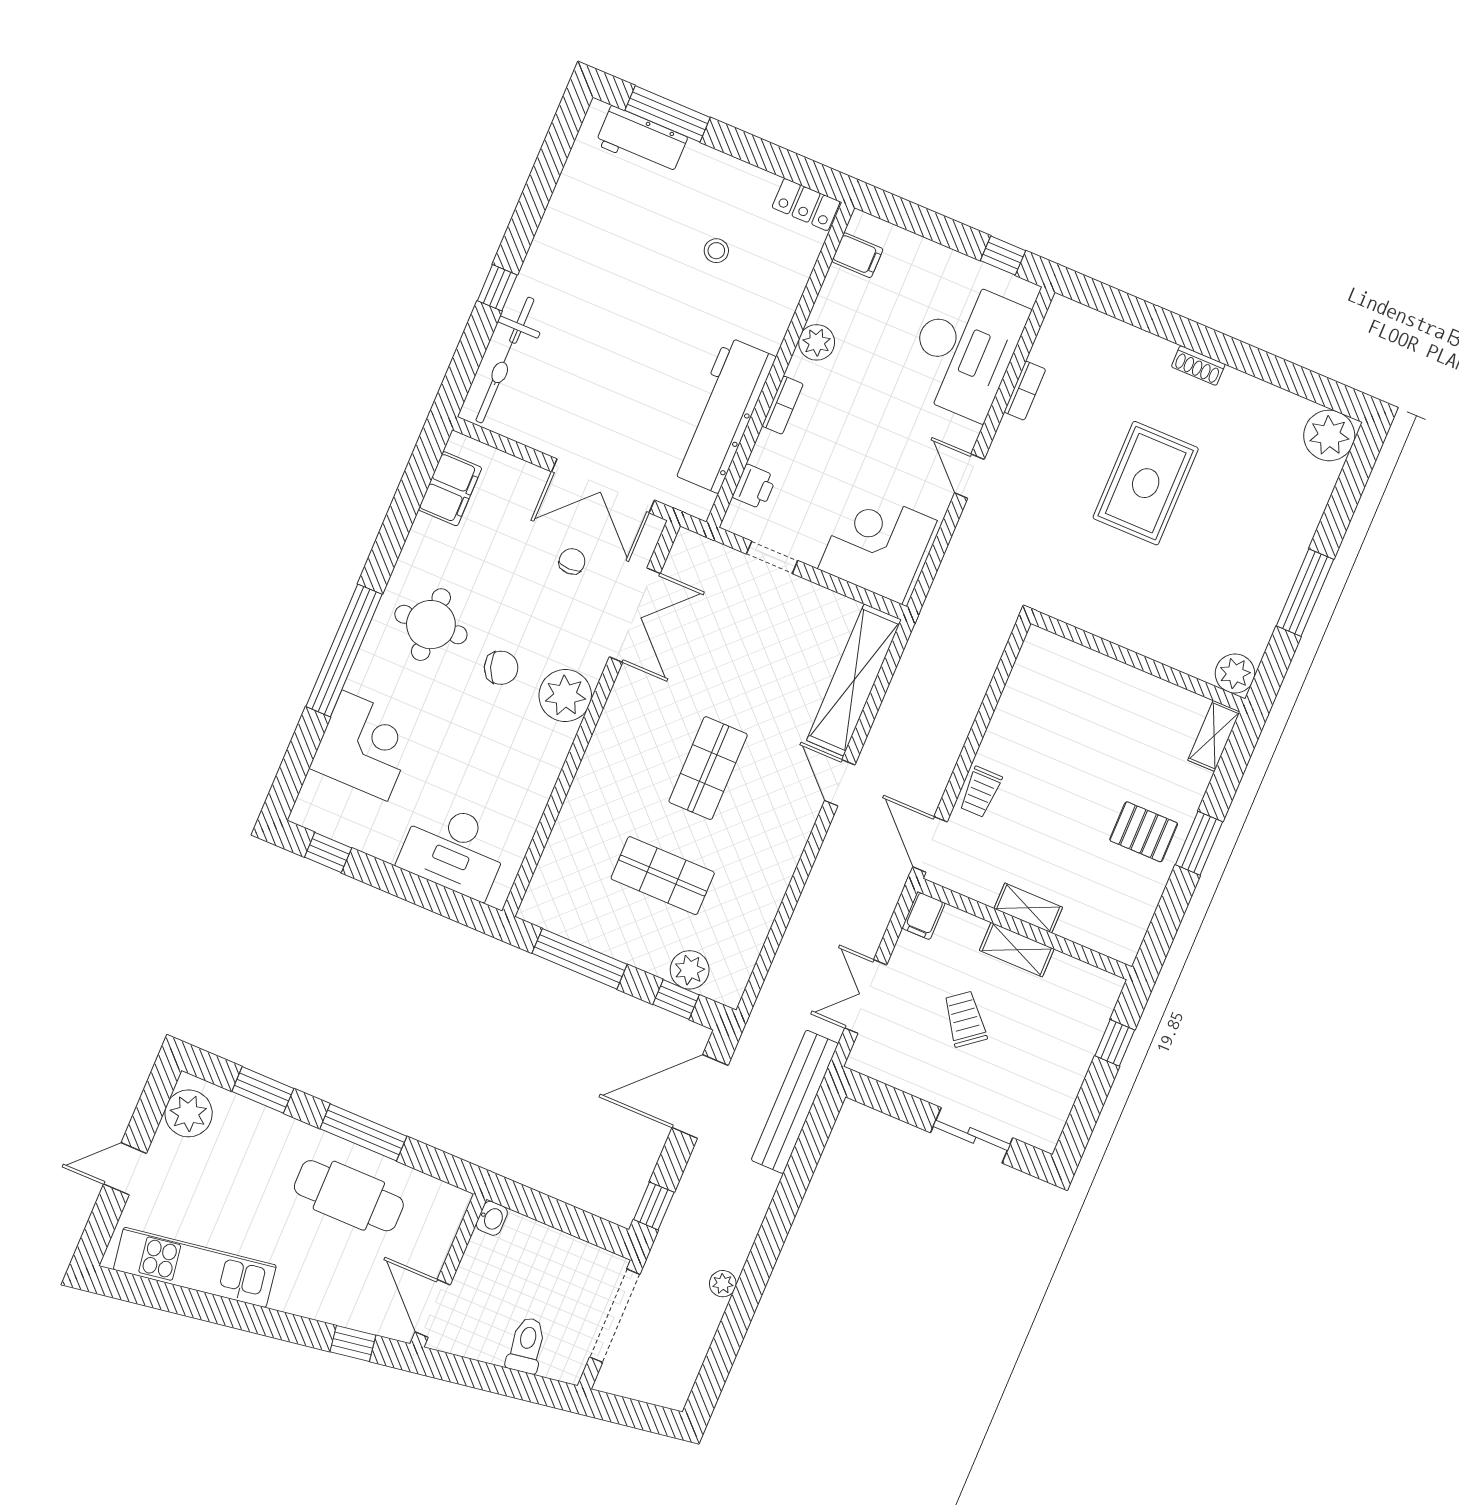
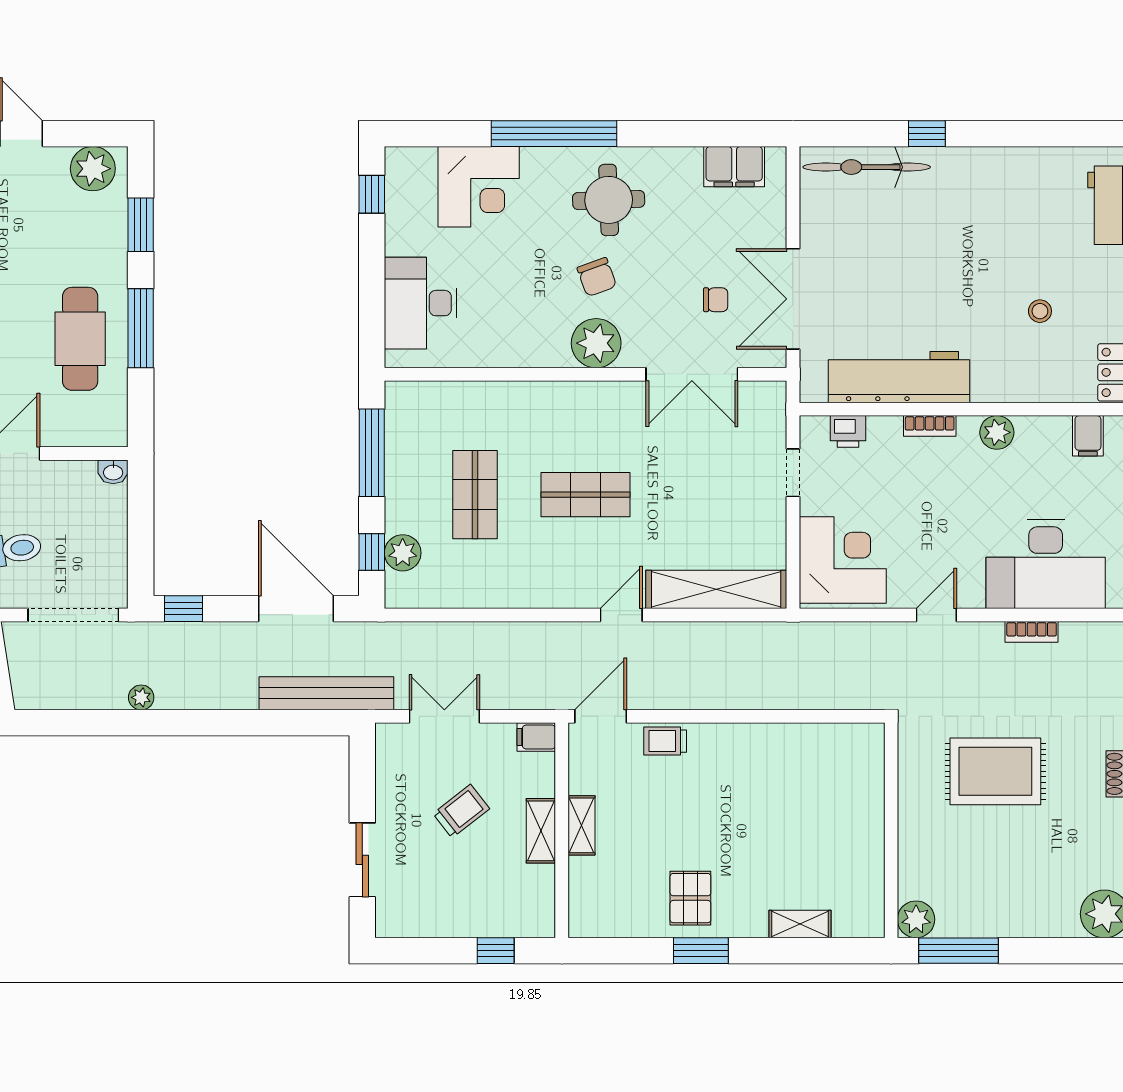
wall: (1138, 661) -> (891, 830), moved
plant: (1235, 673) -> (916, 919), moved

